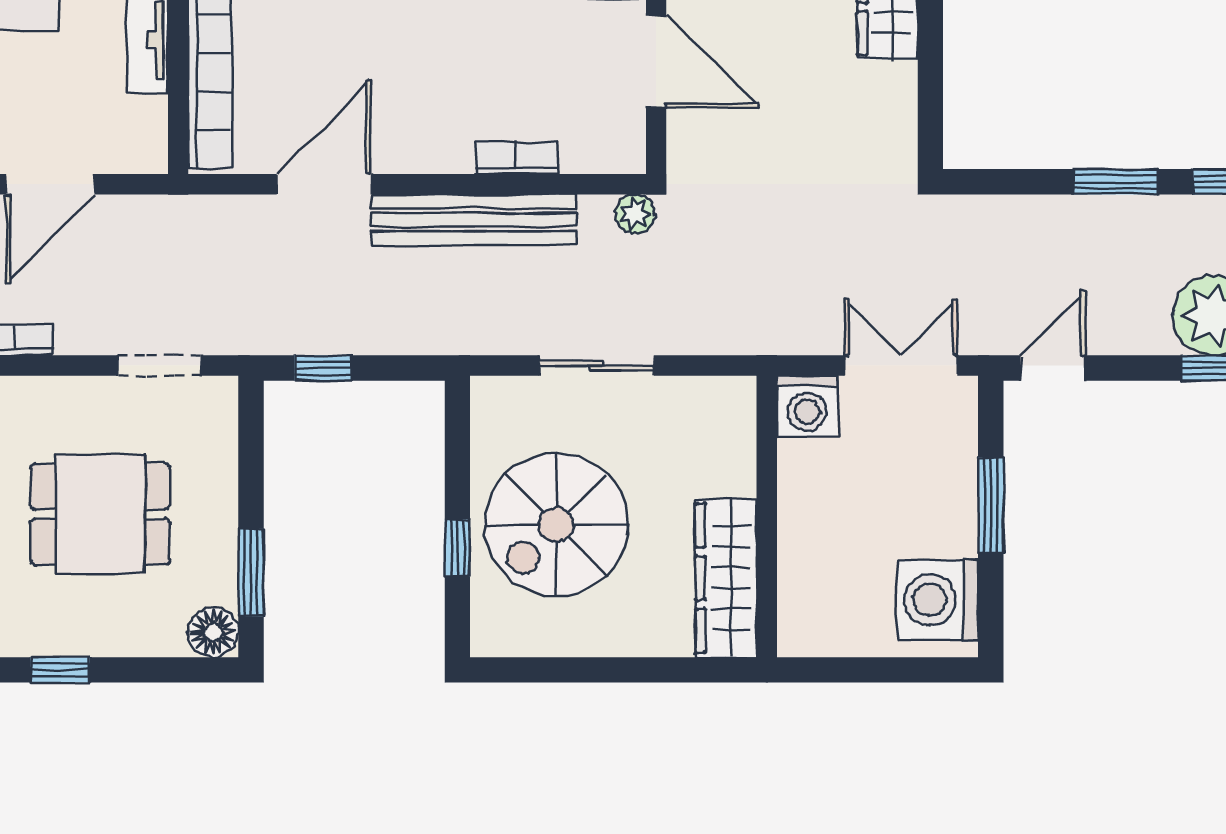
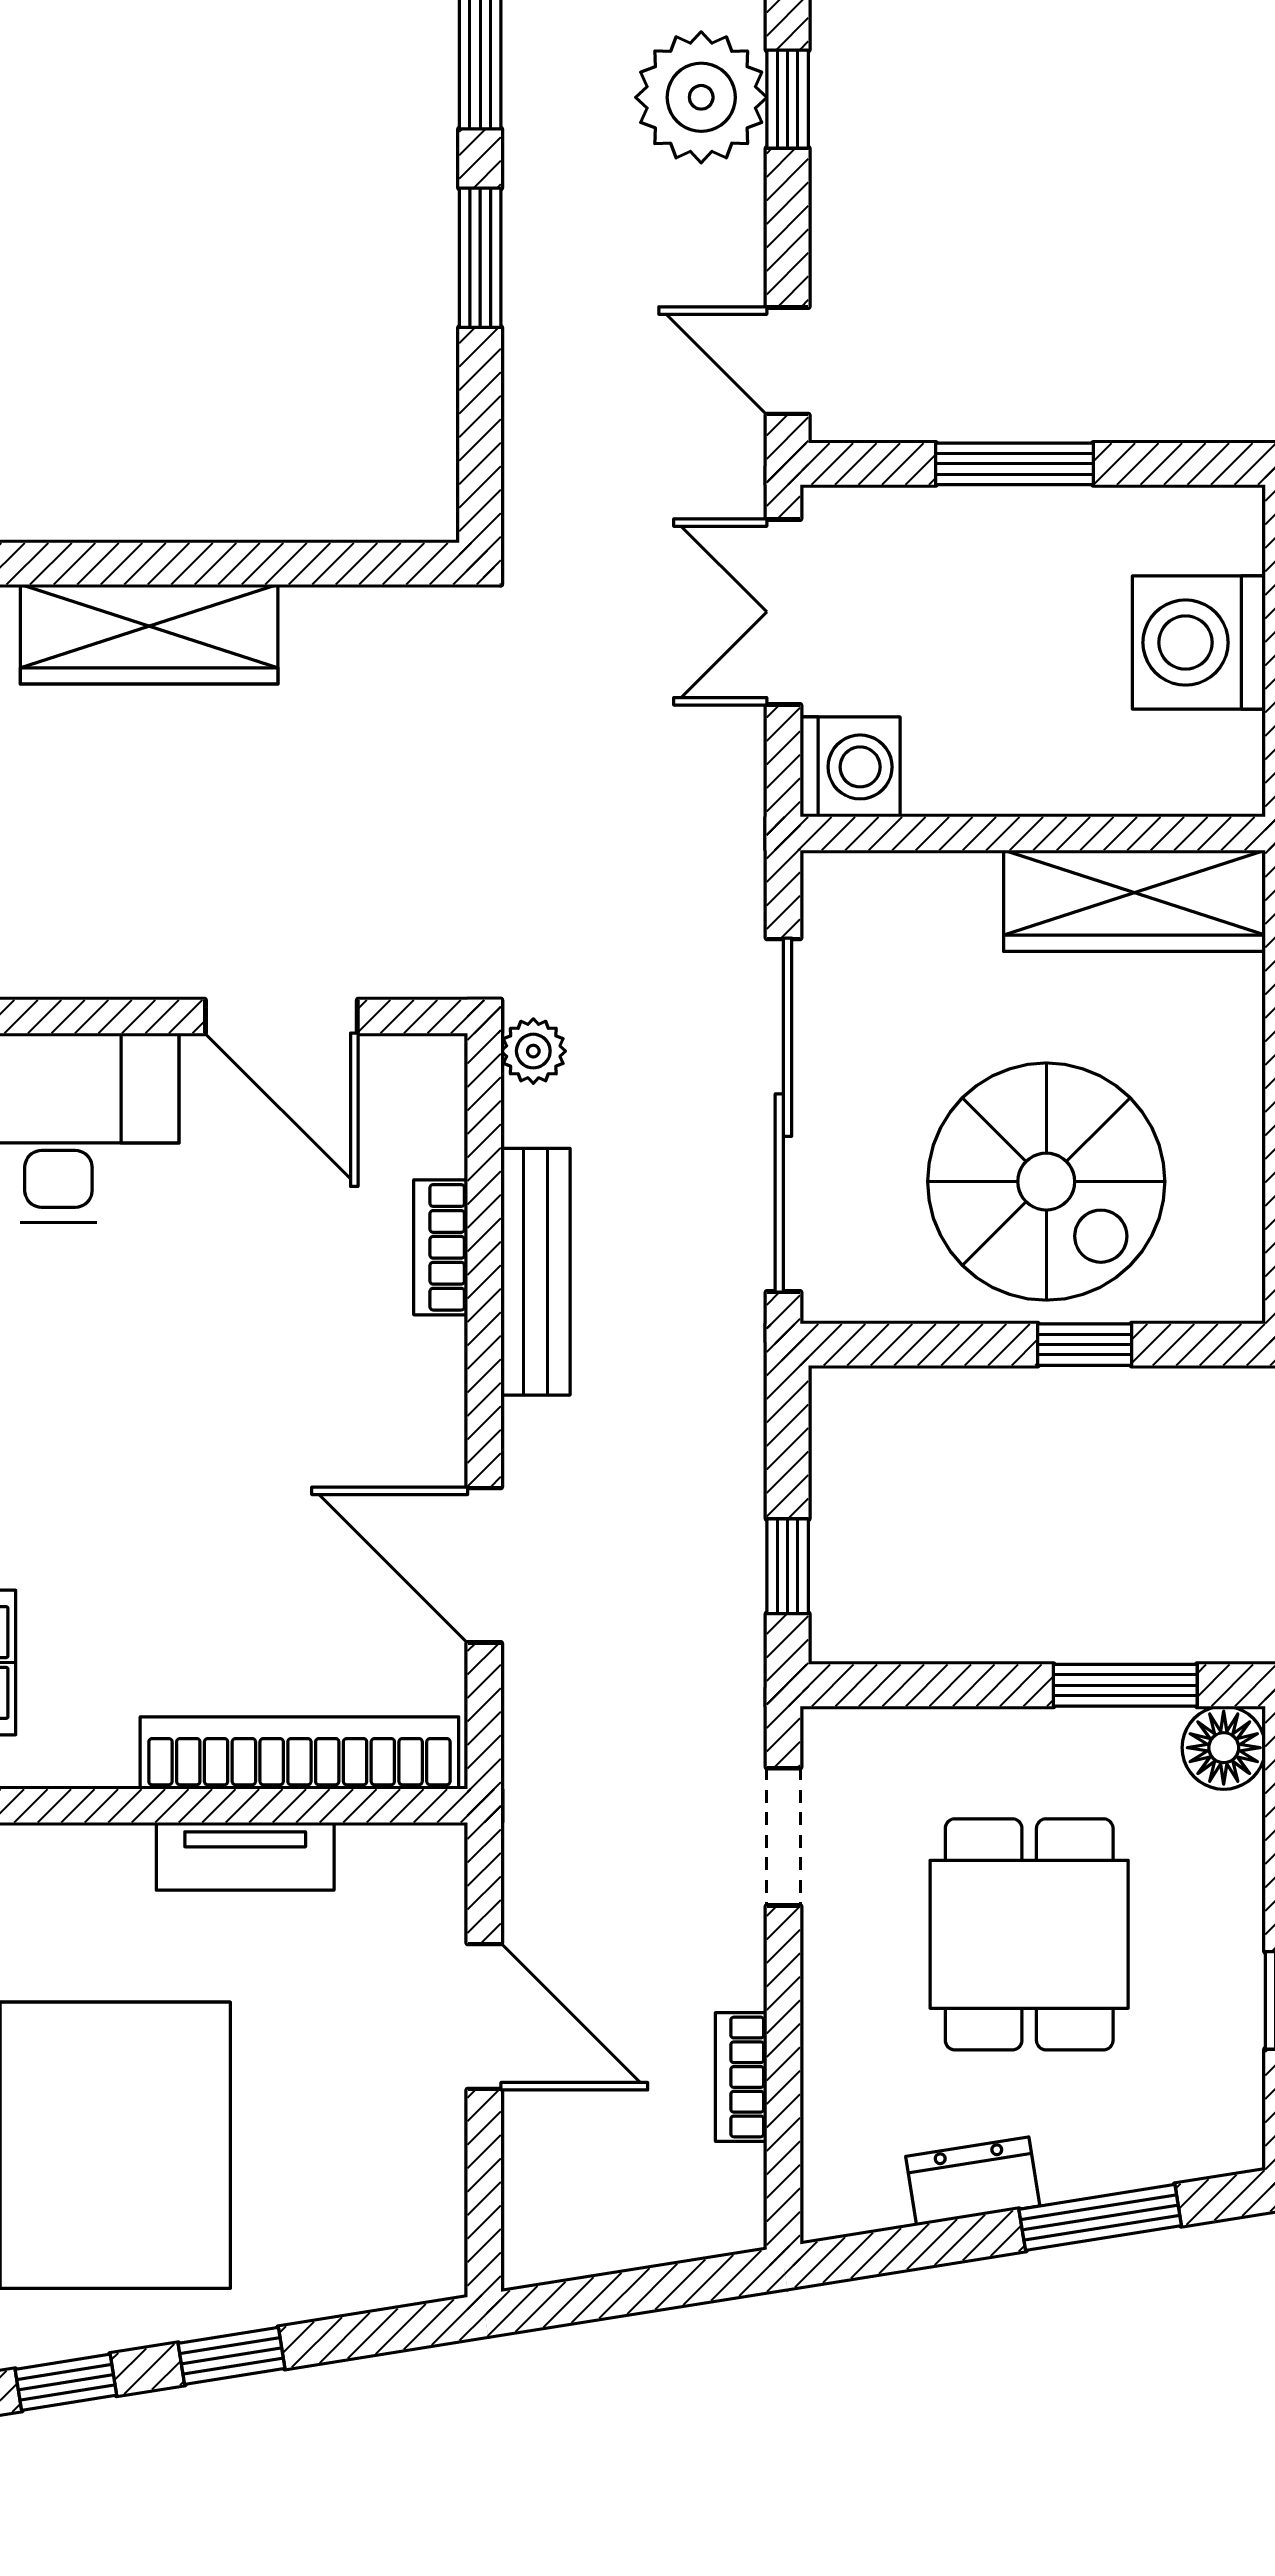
door: (656, 61) -> (281, 1016), swing flipped
bench: (474, 220) -> (535, 1272), width x0.73, depth x0.82
sliding door: (596, 365) -> (783, 1115), width x1.86
washing machine: (938, 600) -> (1199, 643), moved, turned 90

